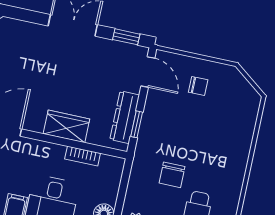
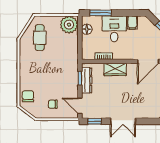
chair: (172, 175) -> (28, 96), moved

